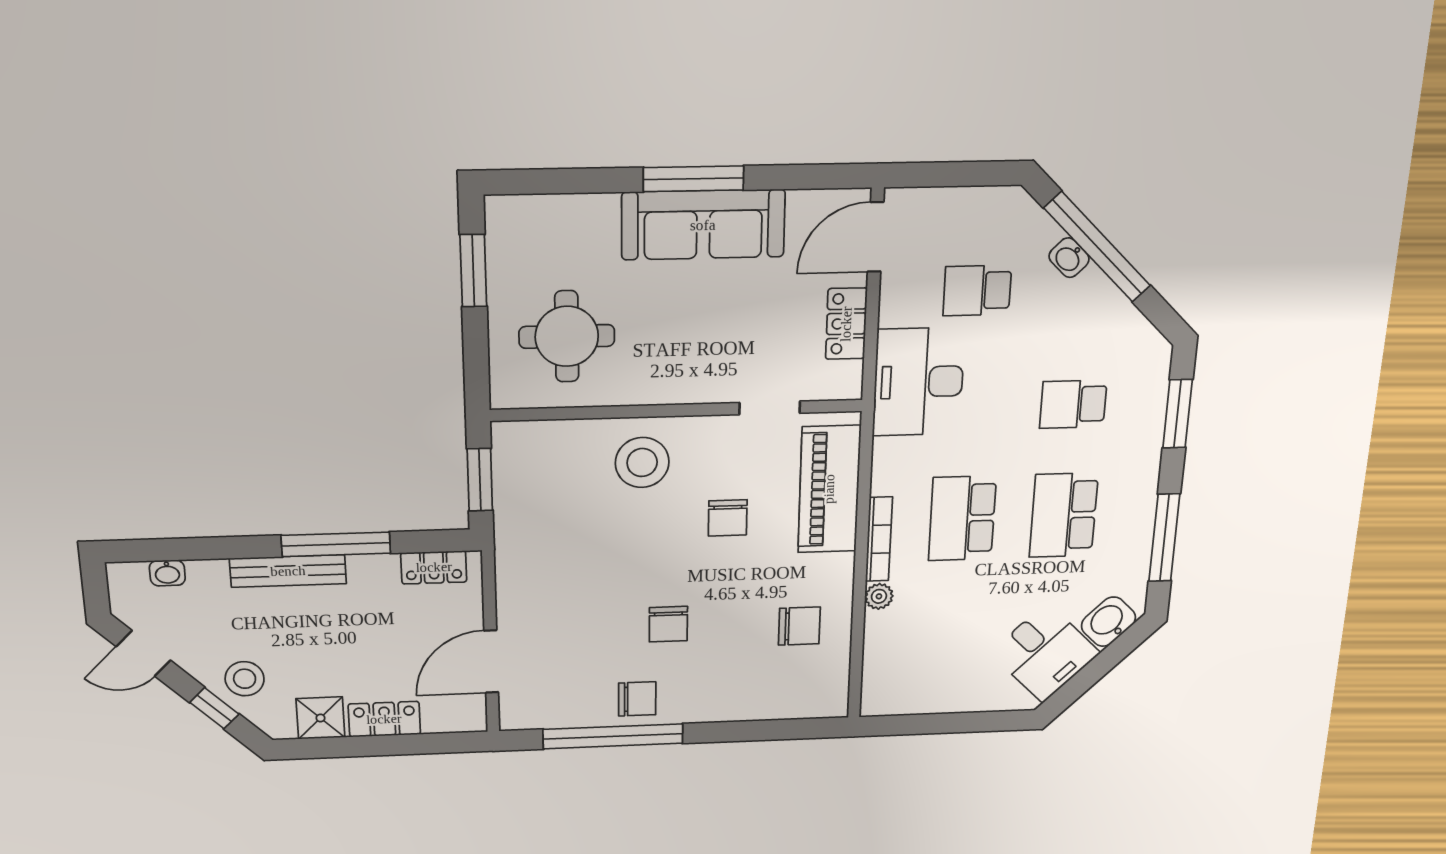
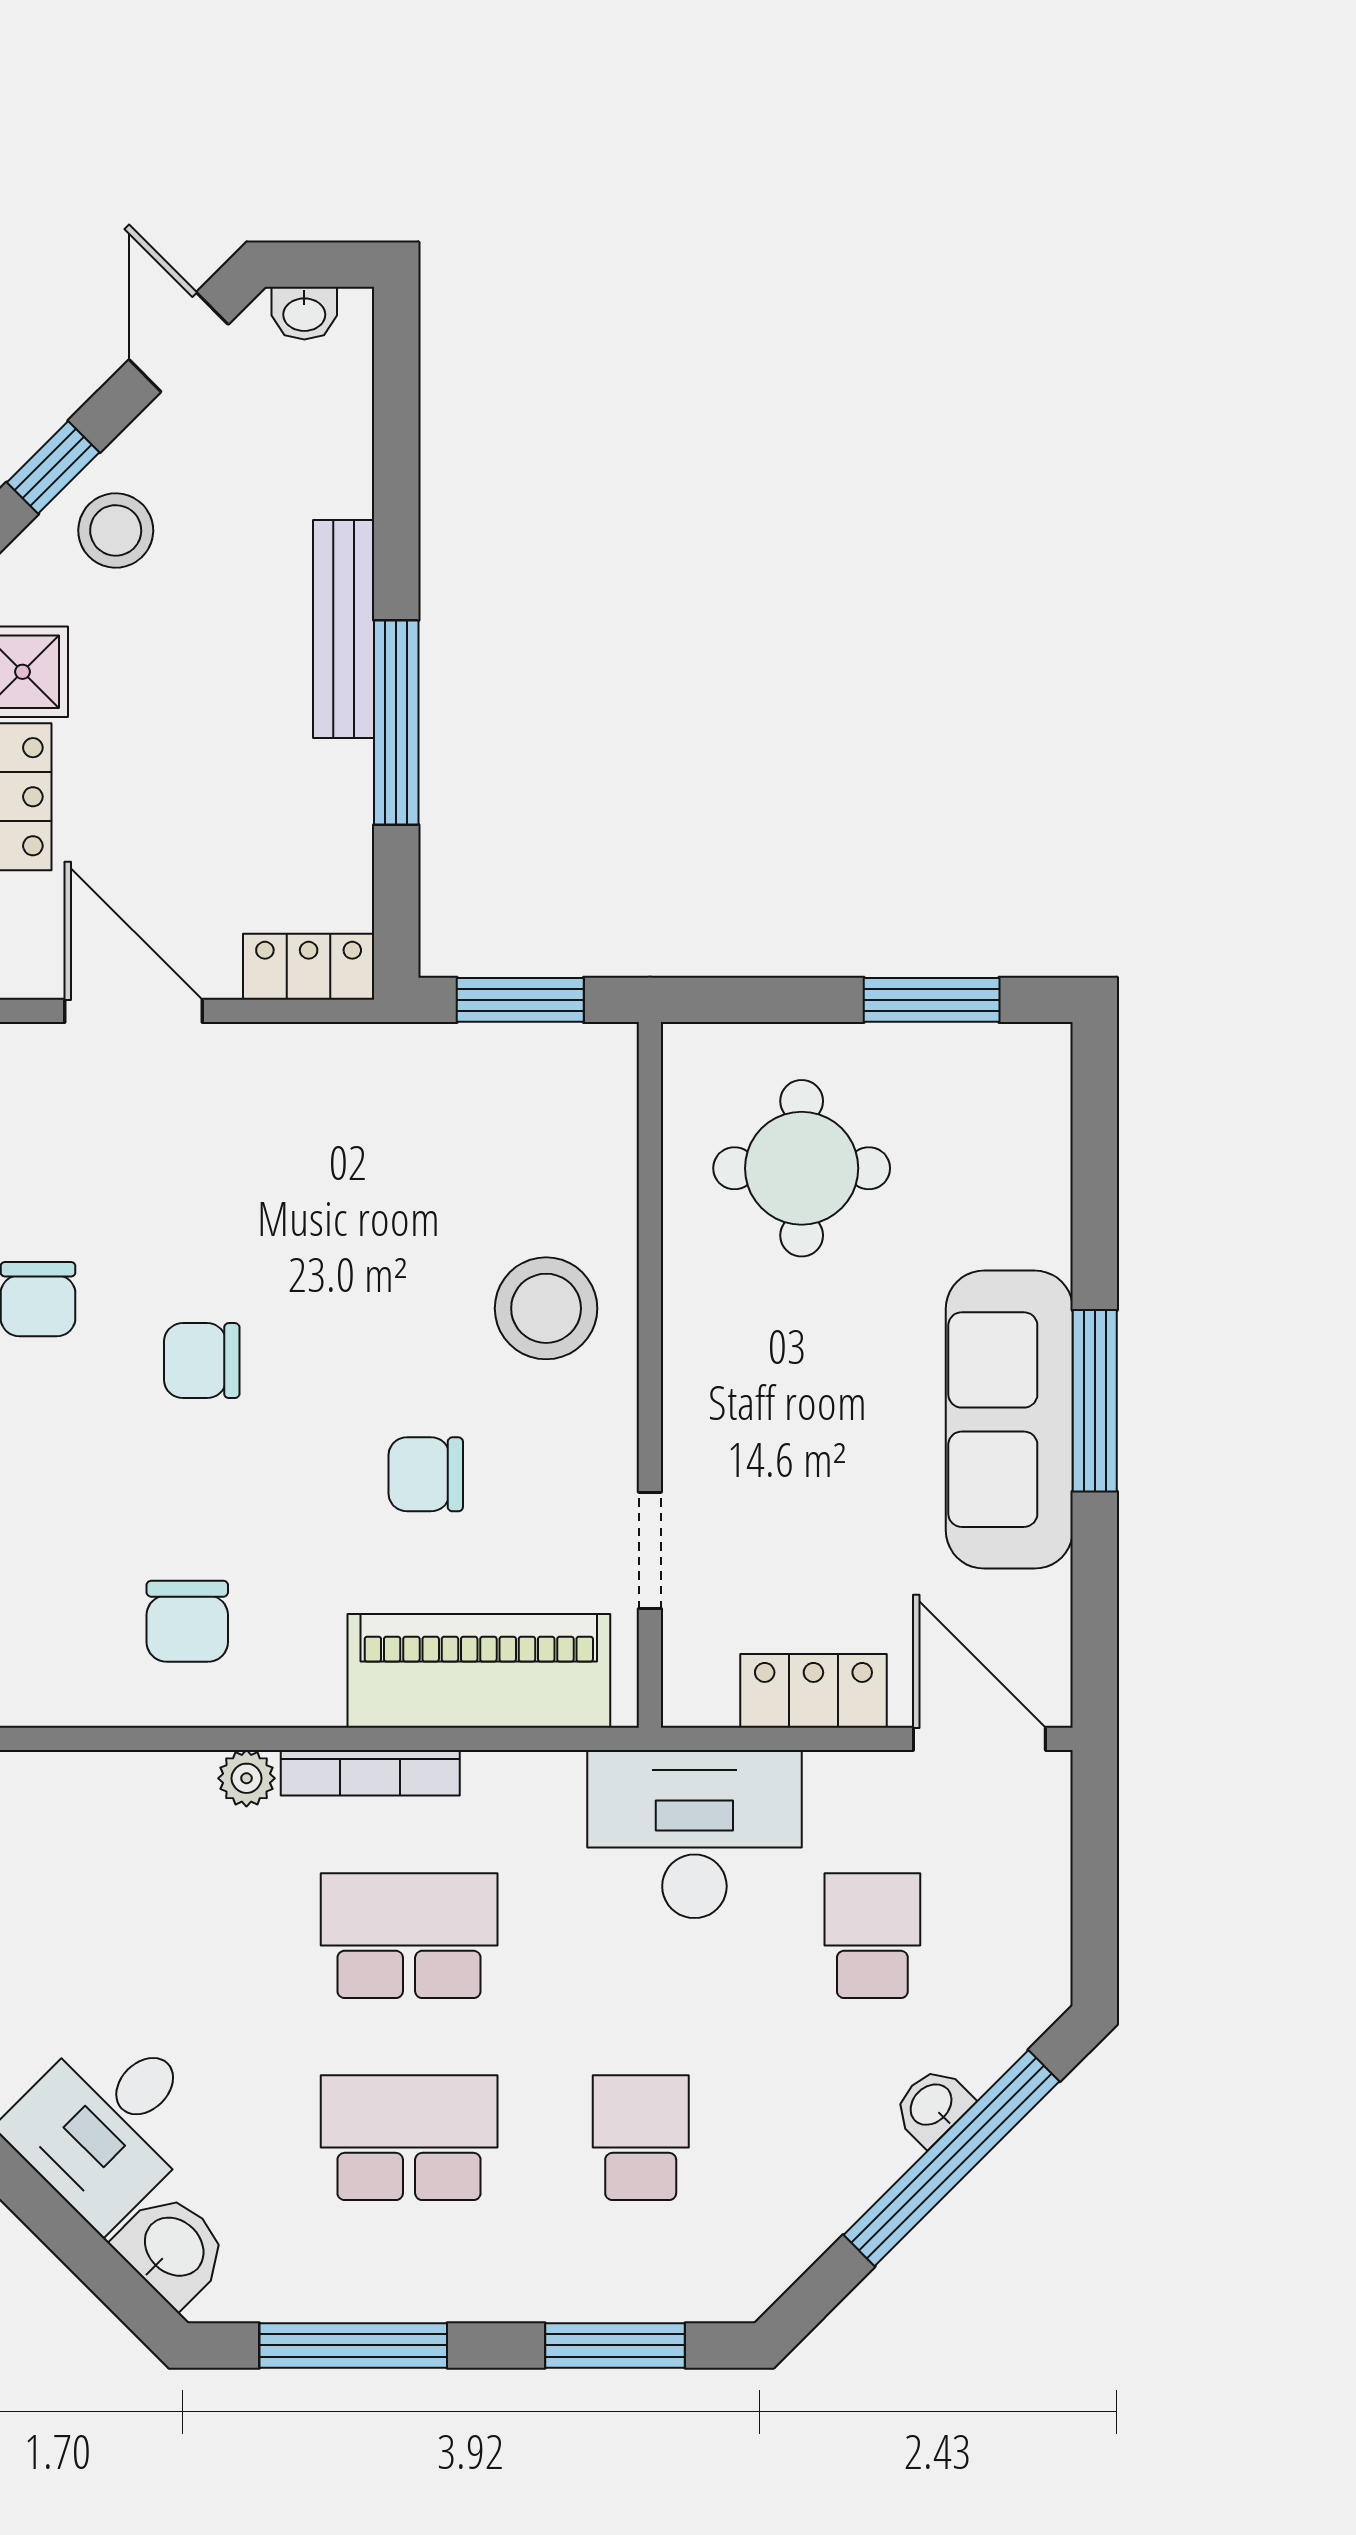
locker: (434, 567) -> (309, 967), moved, turned 90
washbasin: (167, 573) -> (304, 313), moved, turned -90

